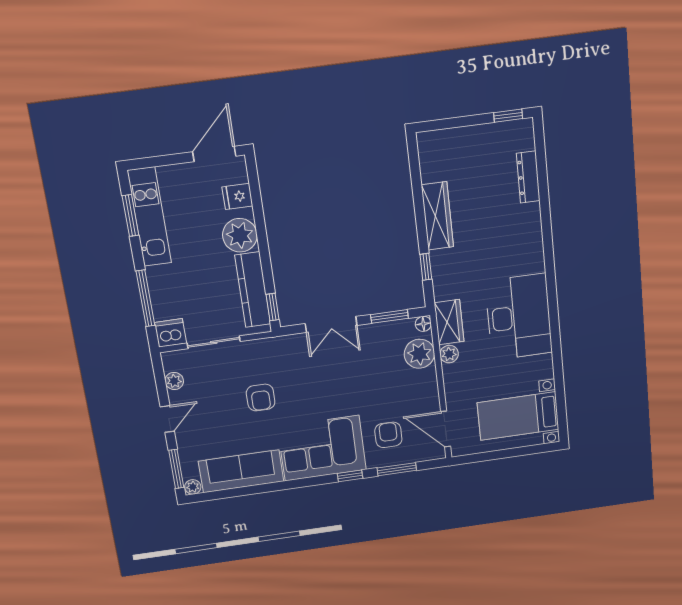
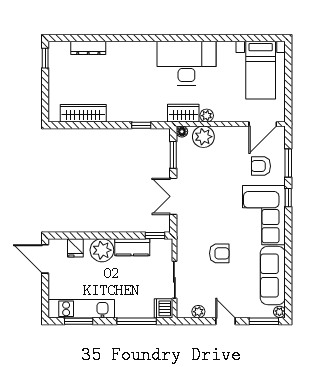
wardrobe: (437, 216) -> (83, 113), moved
kitchen counter: (253, 290) -> (132, 247), width x0.67
double door: (331, 324) -> (173, 196), swing flipped

